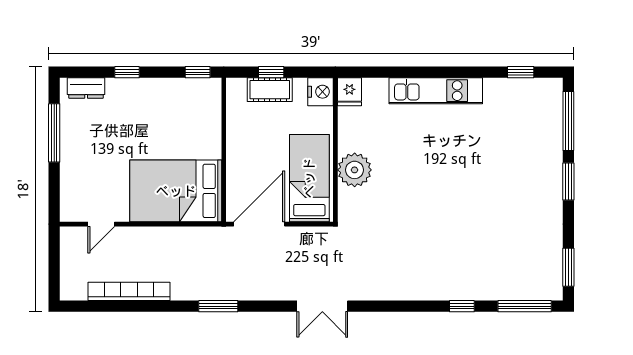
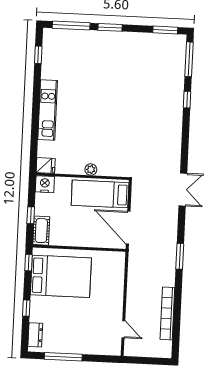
cot: (270, 90) -> (41, 231), moved
plant: (355, 170) -> (91, 169), width x0.53, depth x0.53
bed: (176, 191) -> (61, 276), moved, turned -90

